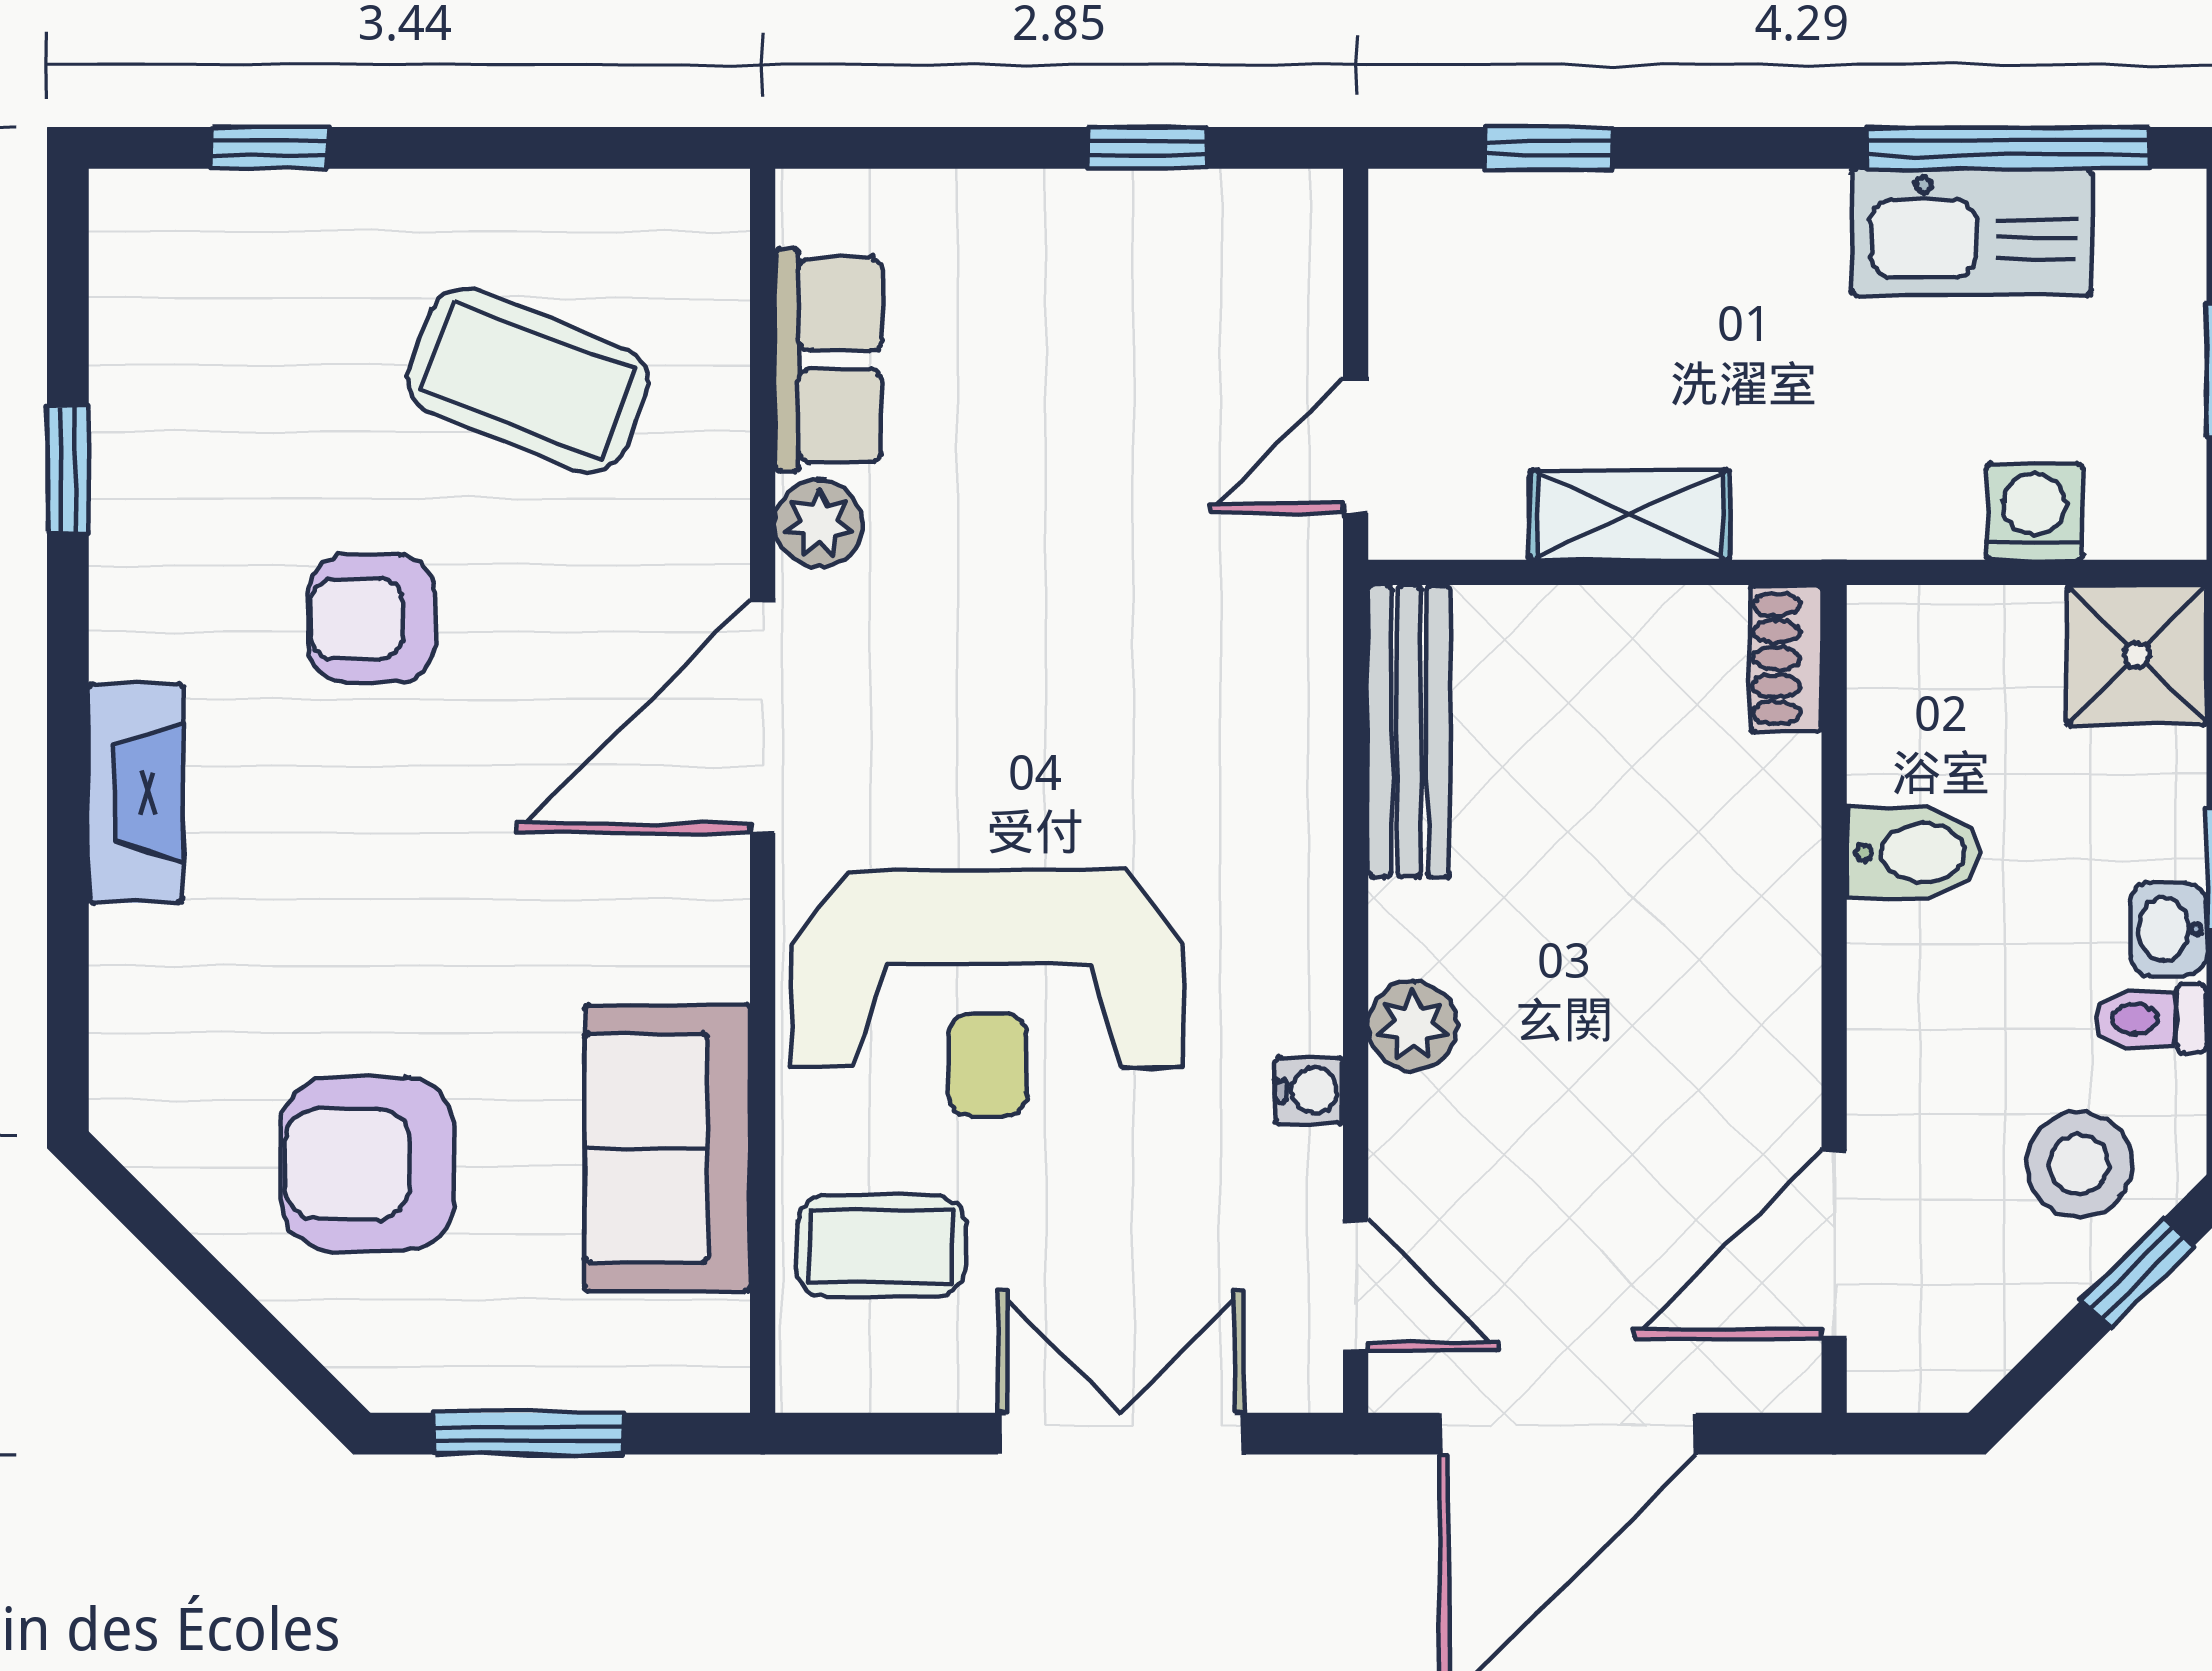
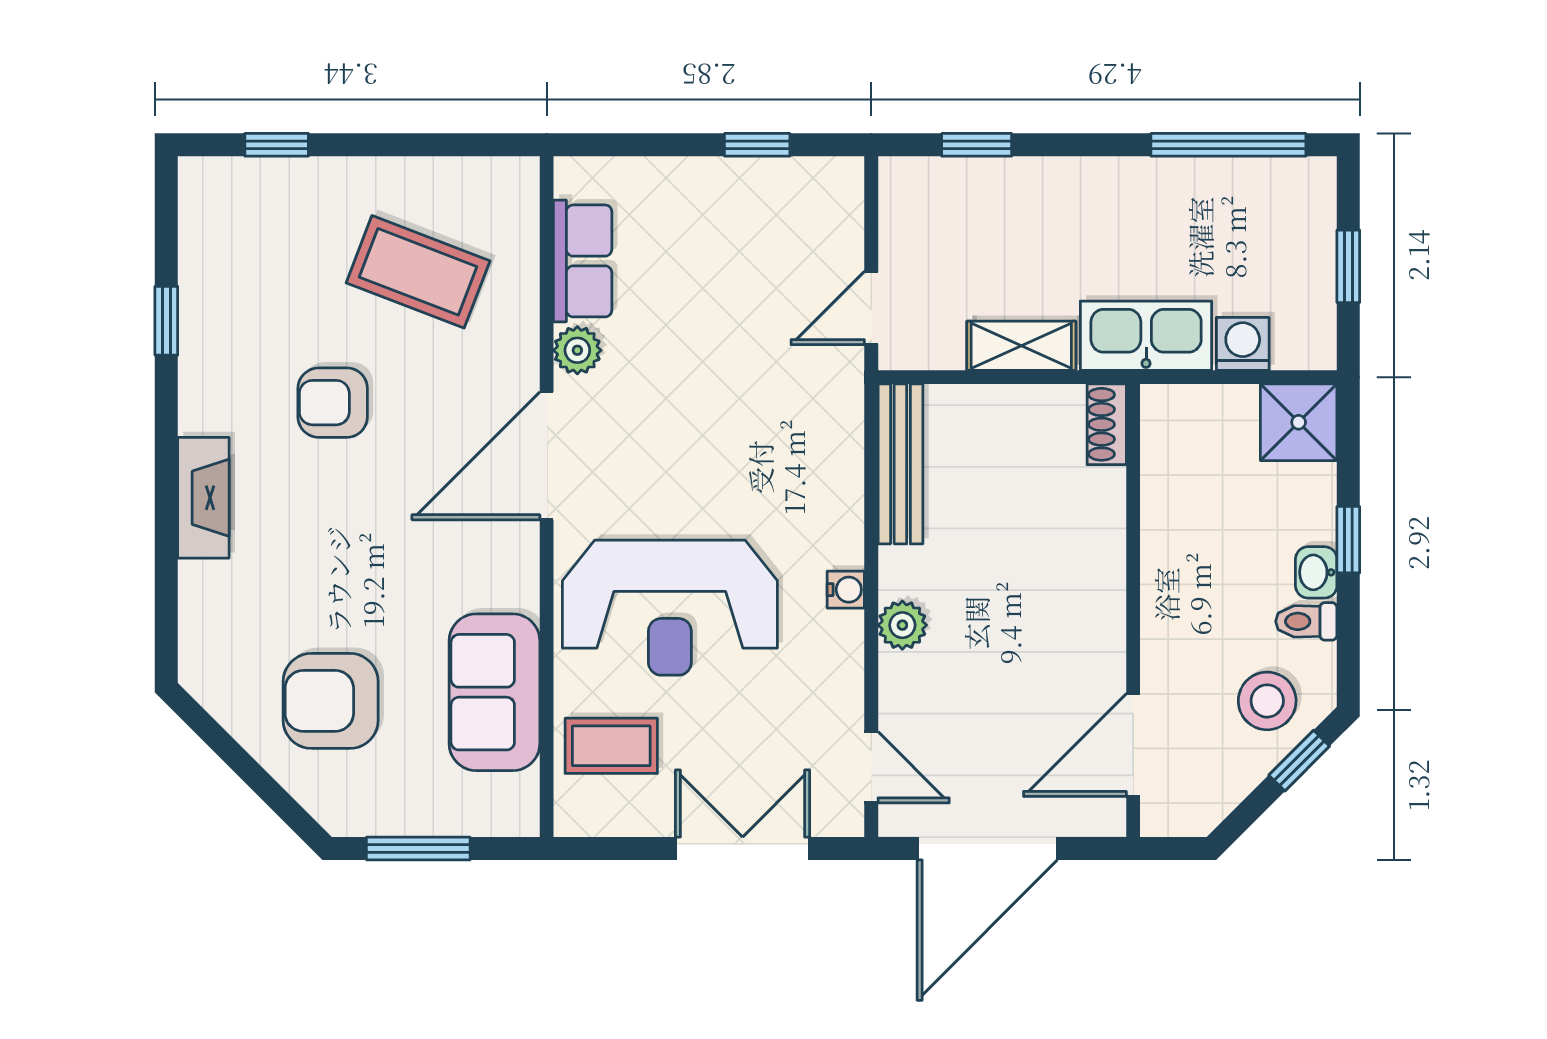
kitchen sink: (1972, 232) -> (1146, 336), moved, turned 180
bidet: (1913, 853) -> (1176, 531), removed
water cooler: (1309, 1091) -> (846, 590), moved

